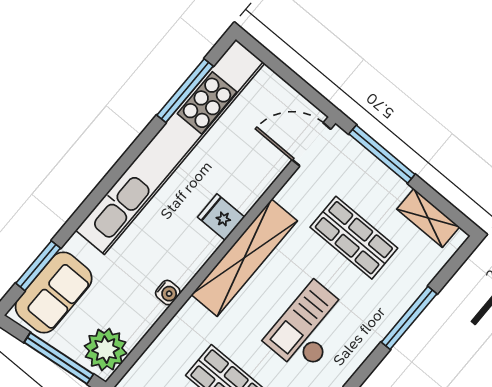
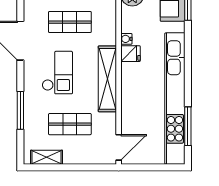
window: (382, 154) -> (87, 167), removed
fridge: (221, 217) -> (131, 54), moved

